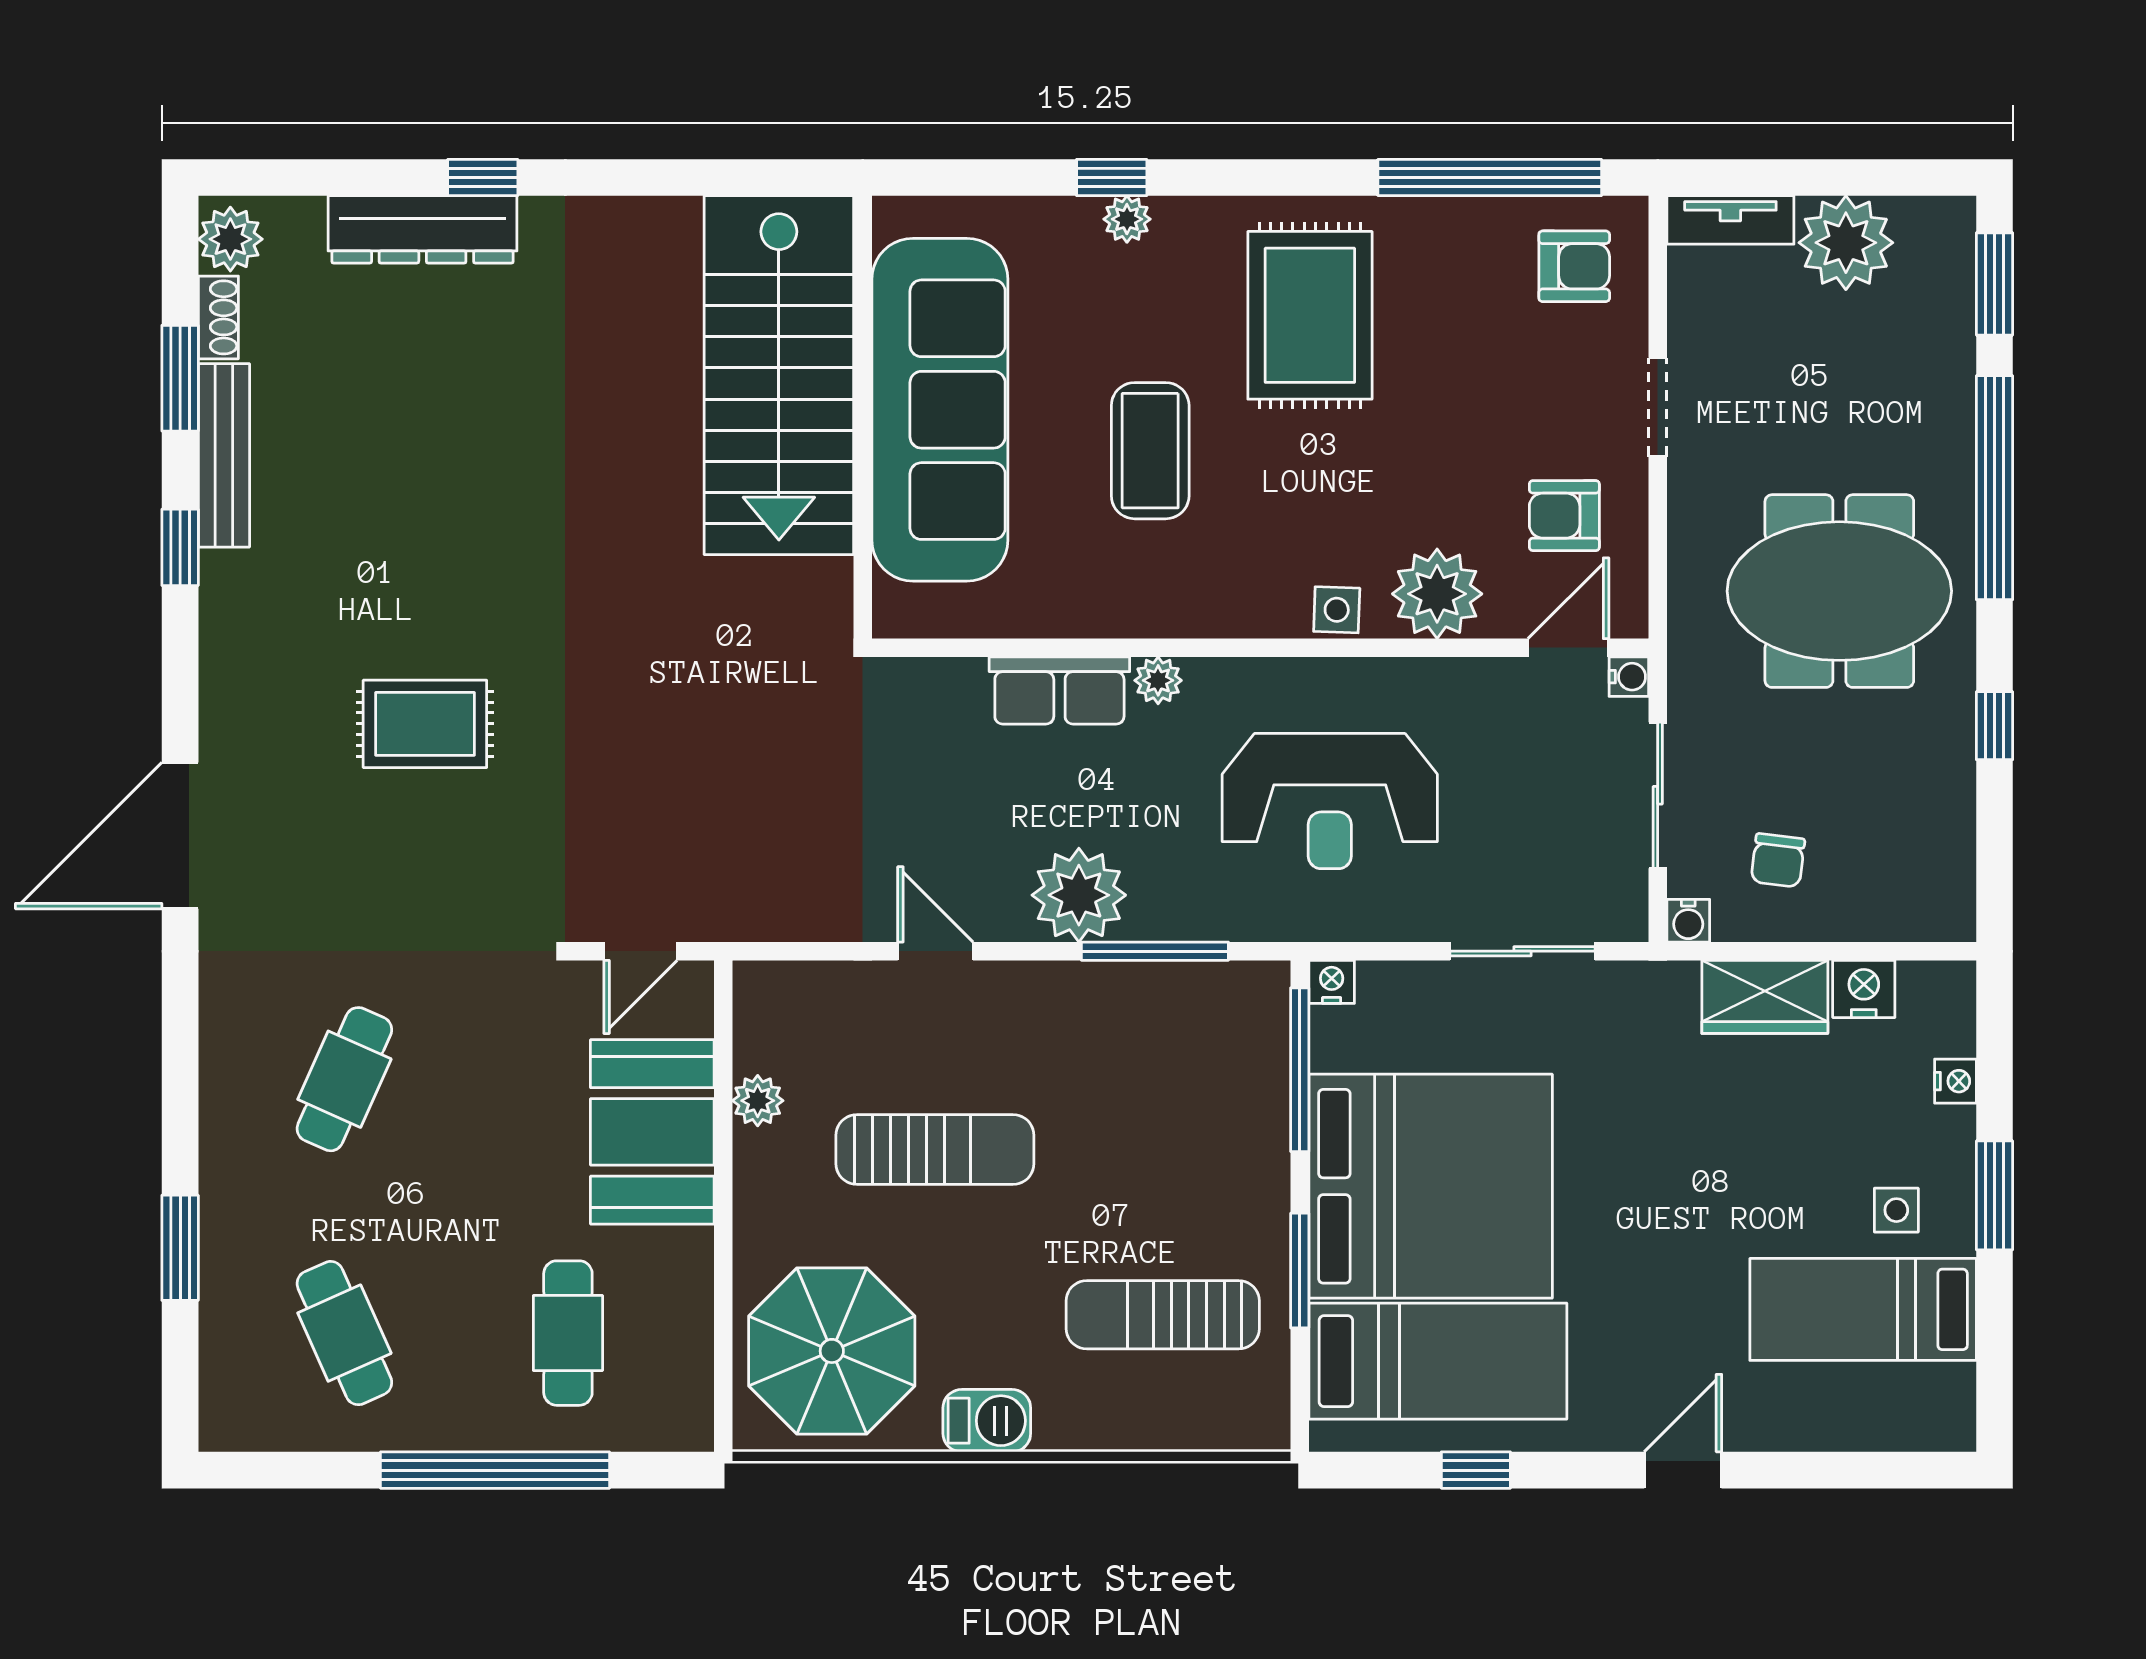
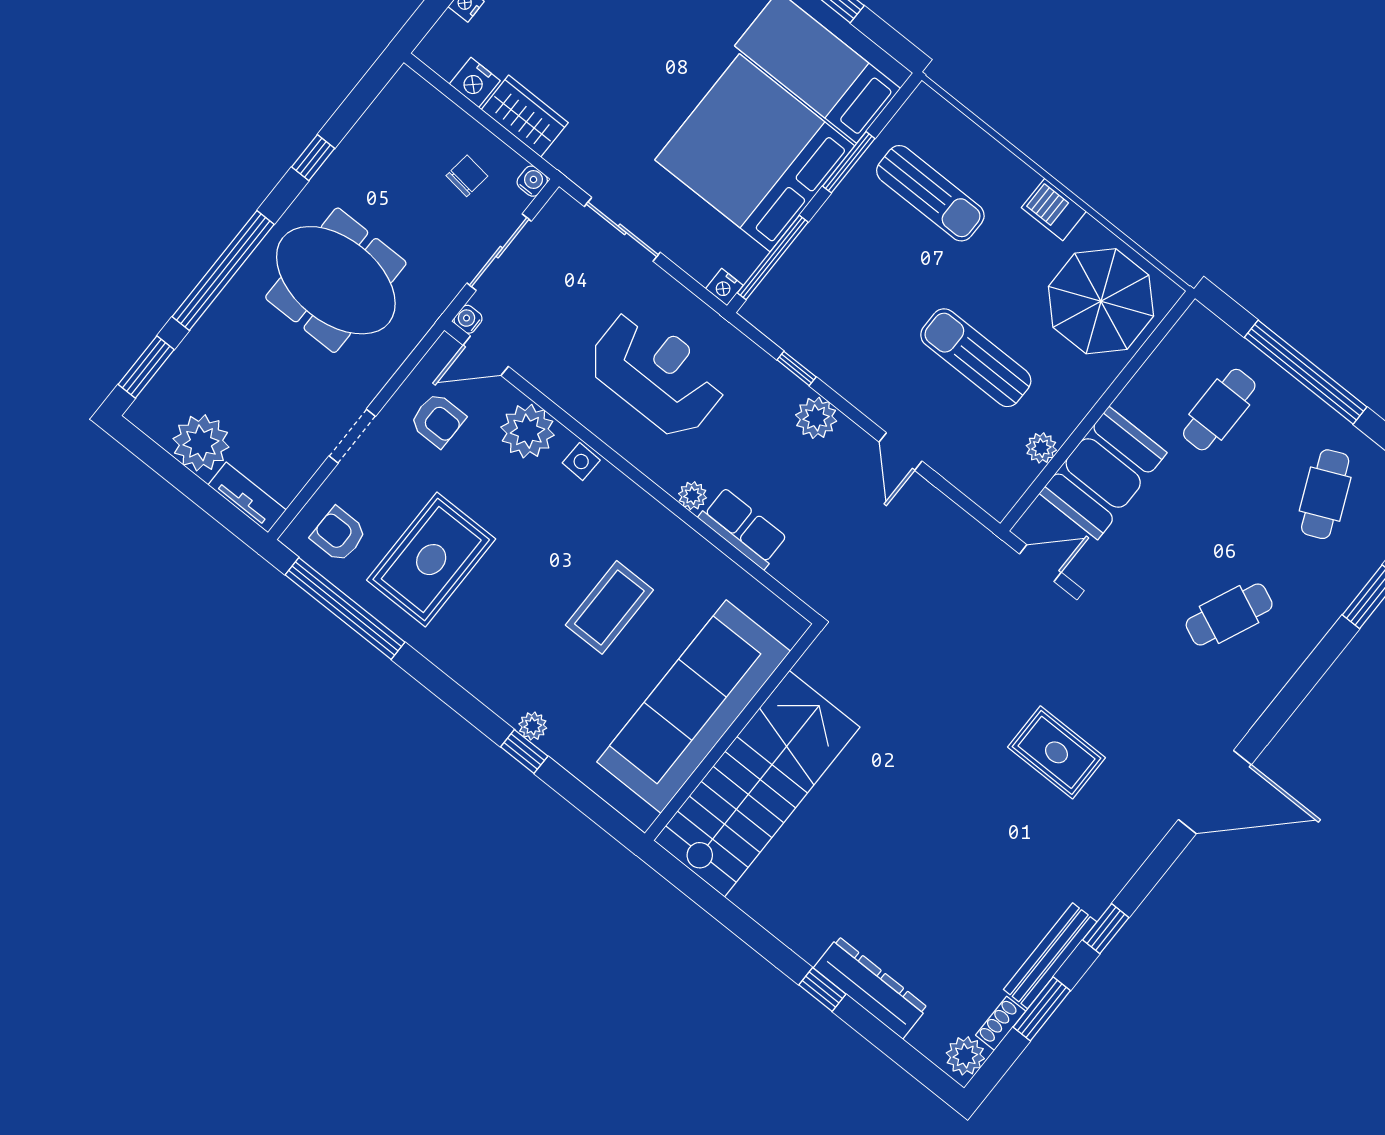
rug: (1310, 315) -> (431, 560), moved
plant: (1079, 895) -> (816, 418), width x0.73, depth x0.73
window: (1155, 951) -> (797, 368), width x0.46

